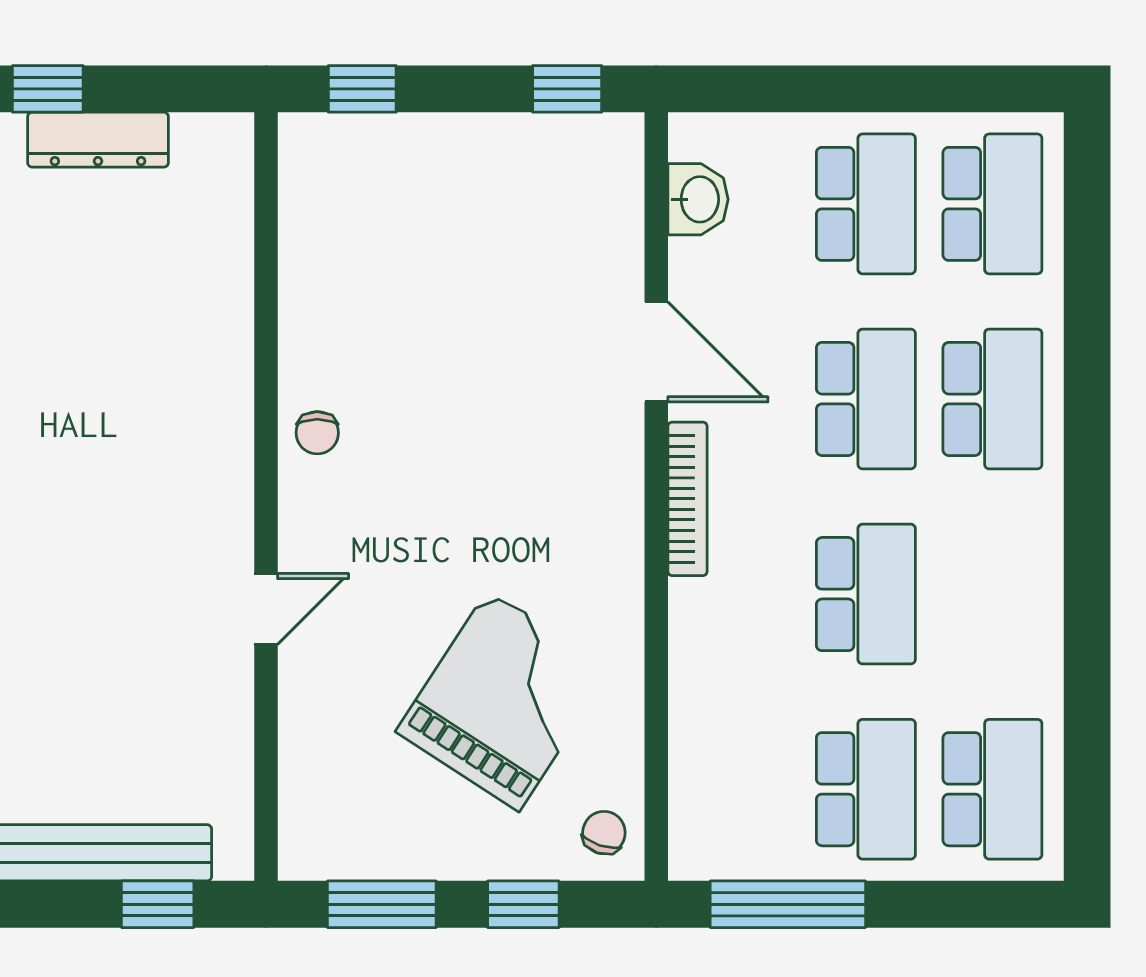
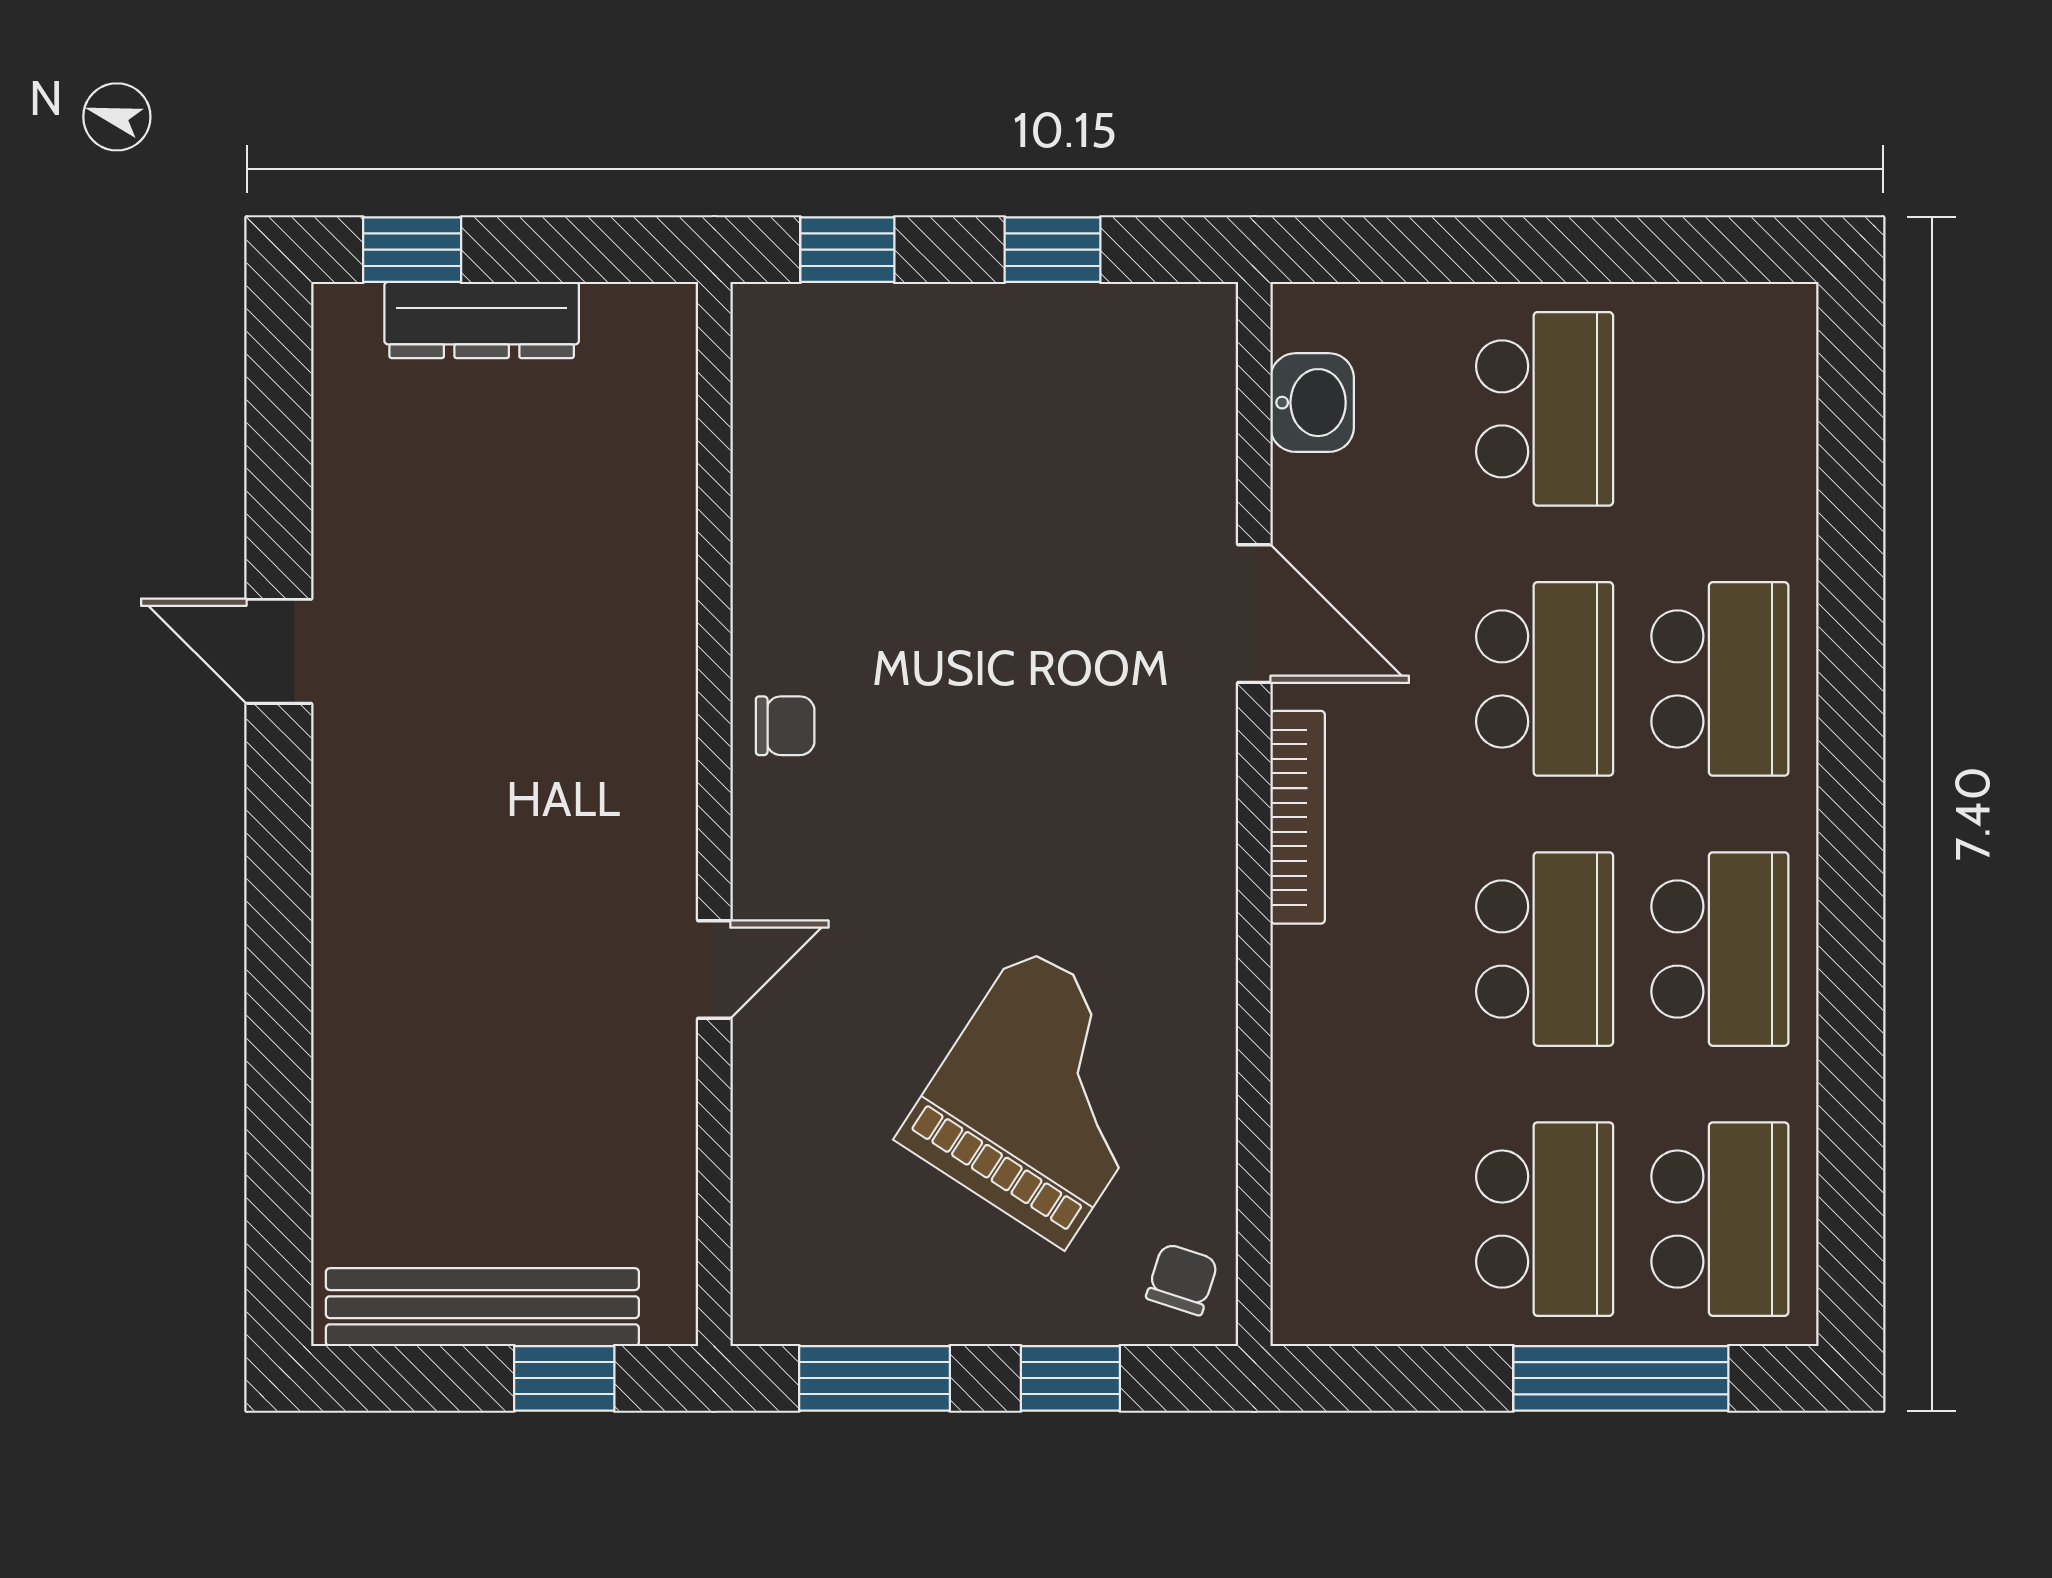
window: (567, 89) -> (1053, 250), moved
school desk: (992, 204) -> (1720, 949), moved
chair: (317, 433) -> (785, 726), turned -90
window: (788, 904) -> (1621, 1378), moved

